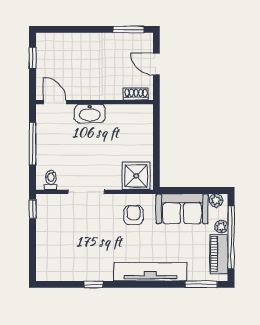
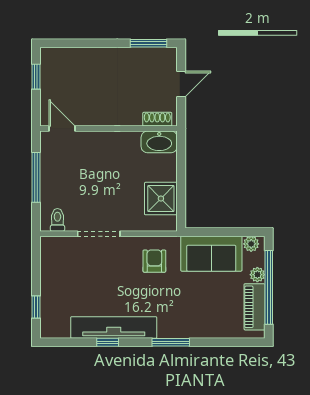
door: (156, 64) -> (181, 84), swing flipped
washbasin: (90, 113) -> (159, 142), moved
shower: (136, 176) -> (161, 199), moved
window: (33, 209) -> (36, 307), moved
tv unit: (150, 272) -> (114, 327), moved
window: (201, 284) -> (171, 342), moved

